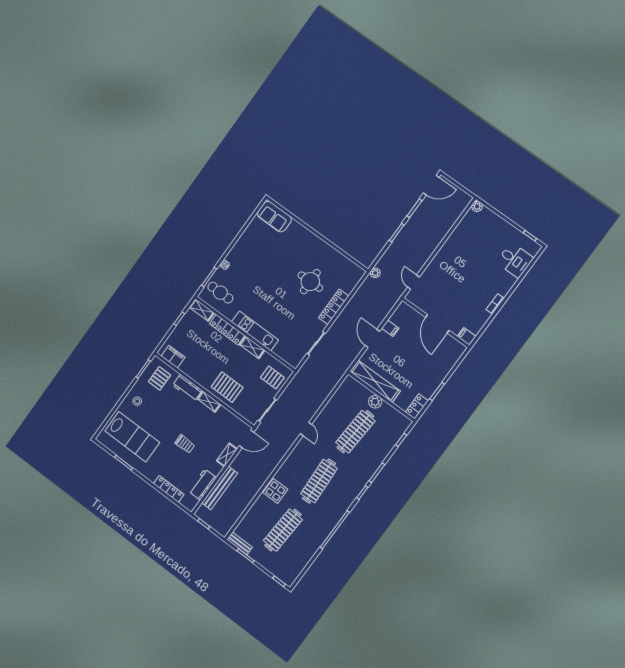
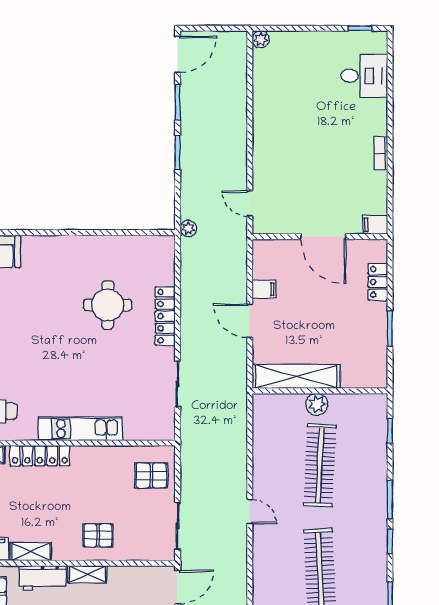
shelving: (252, 347) -> (31, 551), moved
pallet: (227, 387) -> (98, 535), width x0.67, depth x0.71
locker: (417, 406) -> (378, 282), moved

